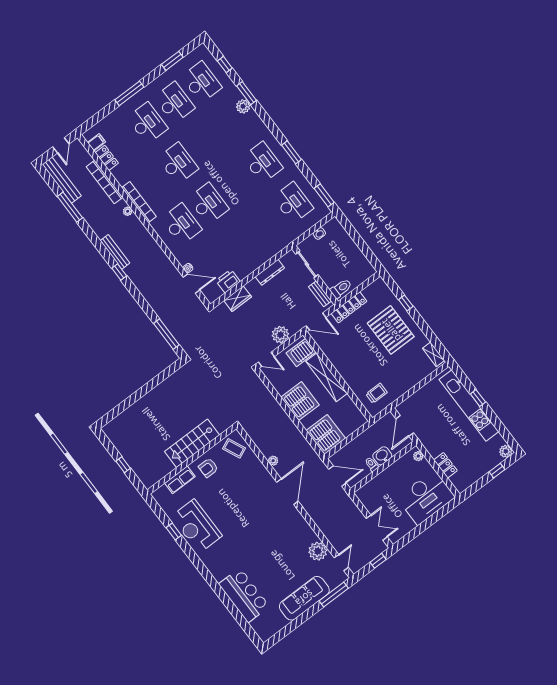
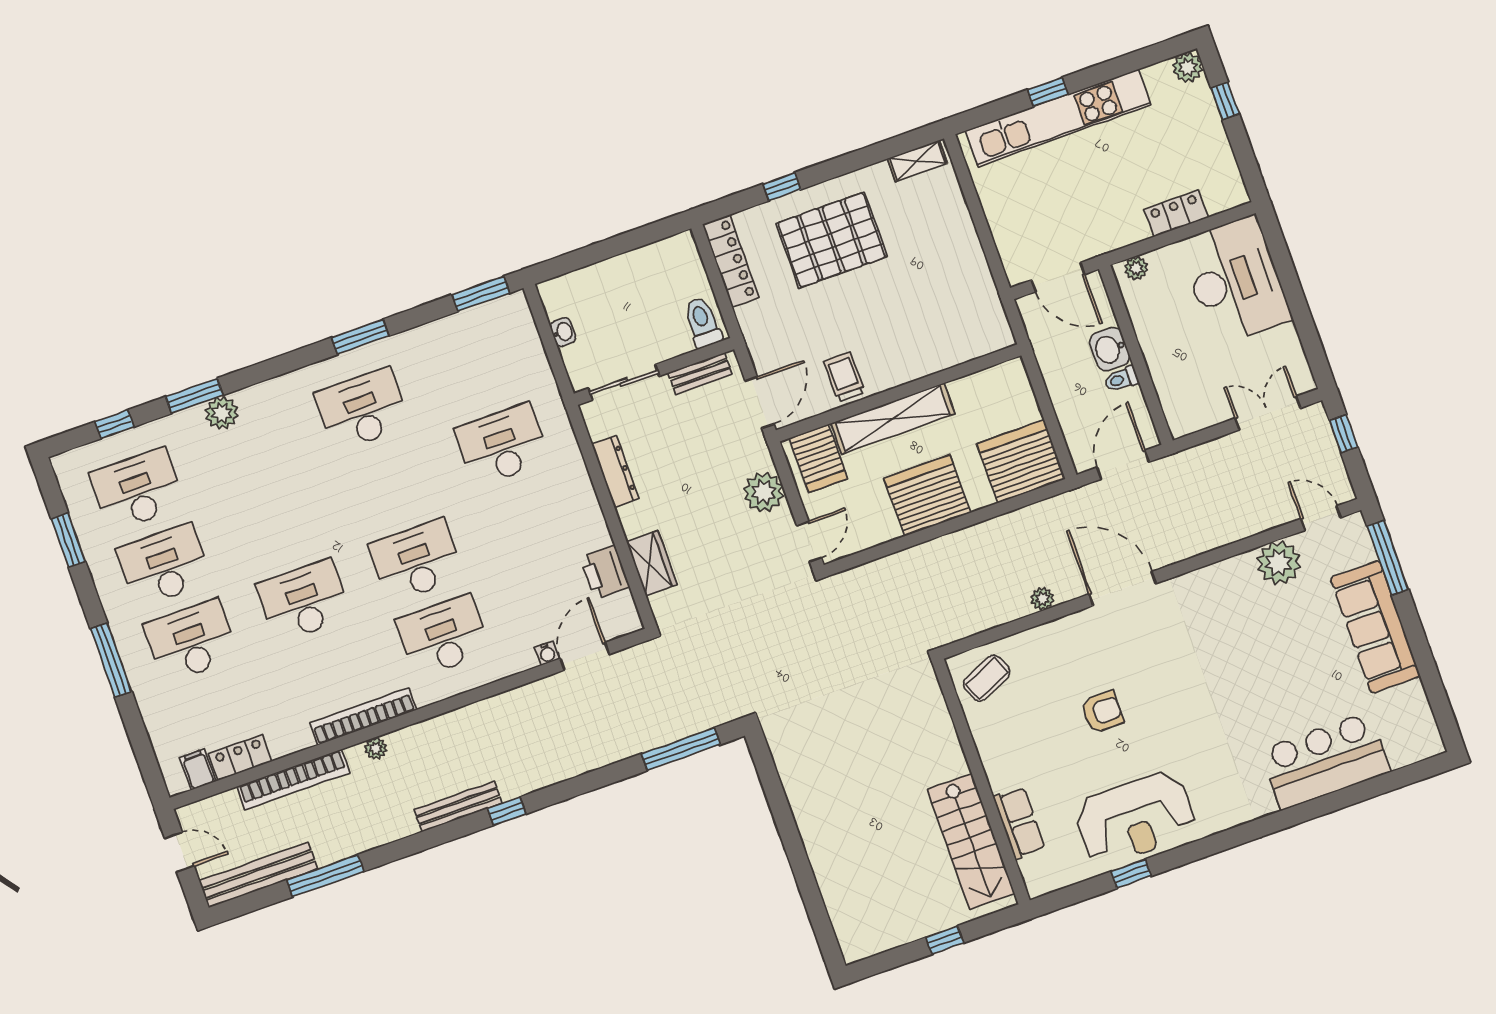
desk: (293, 203) -> (502, 445), moved
locker: (349, 307) -> (731, 261), moved
trolley: (376, 393) -> (844, 377), moved
stairs: (192, 443) -> (971, 841), moved
armchair: (208, 468) -> (1102, 712), moved, turned -90

